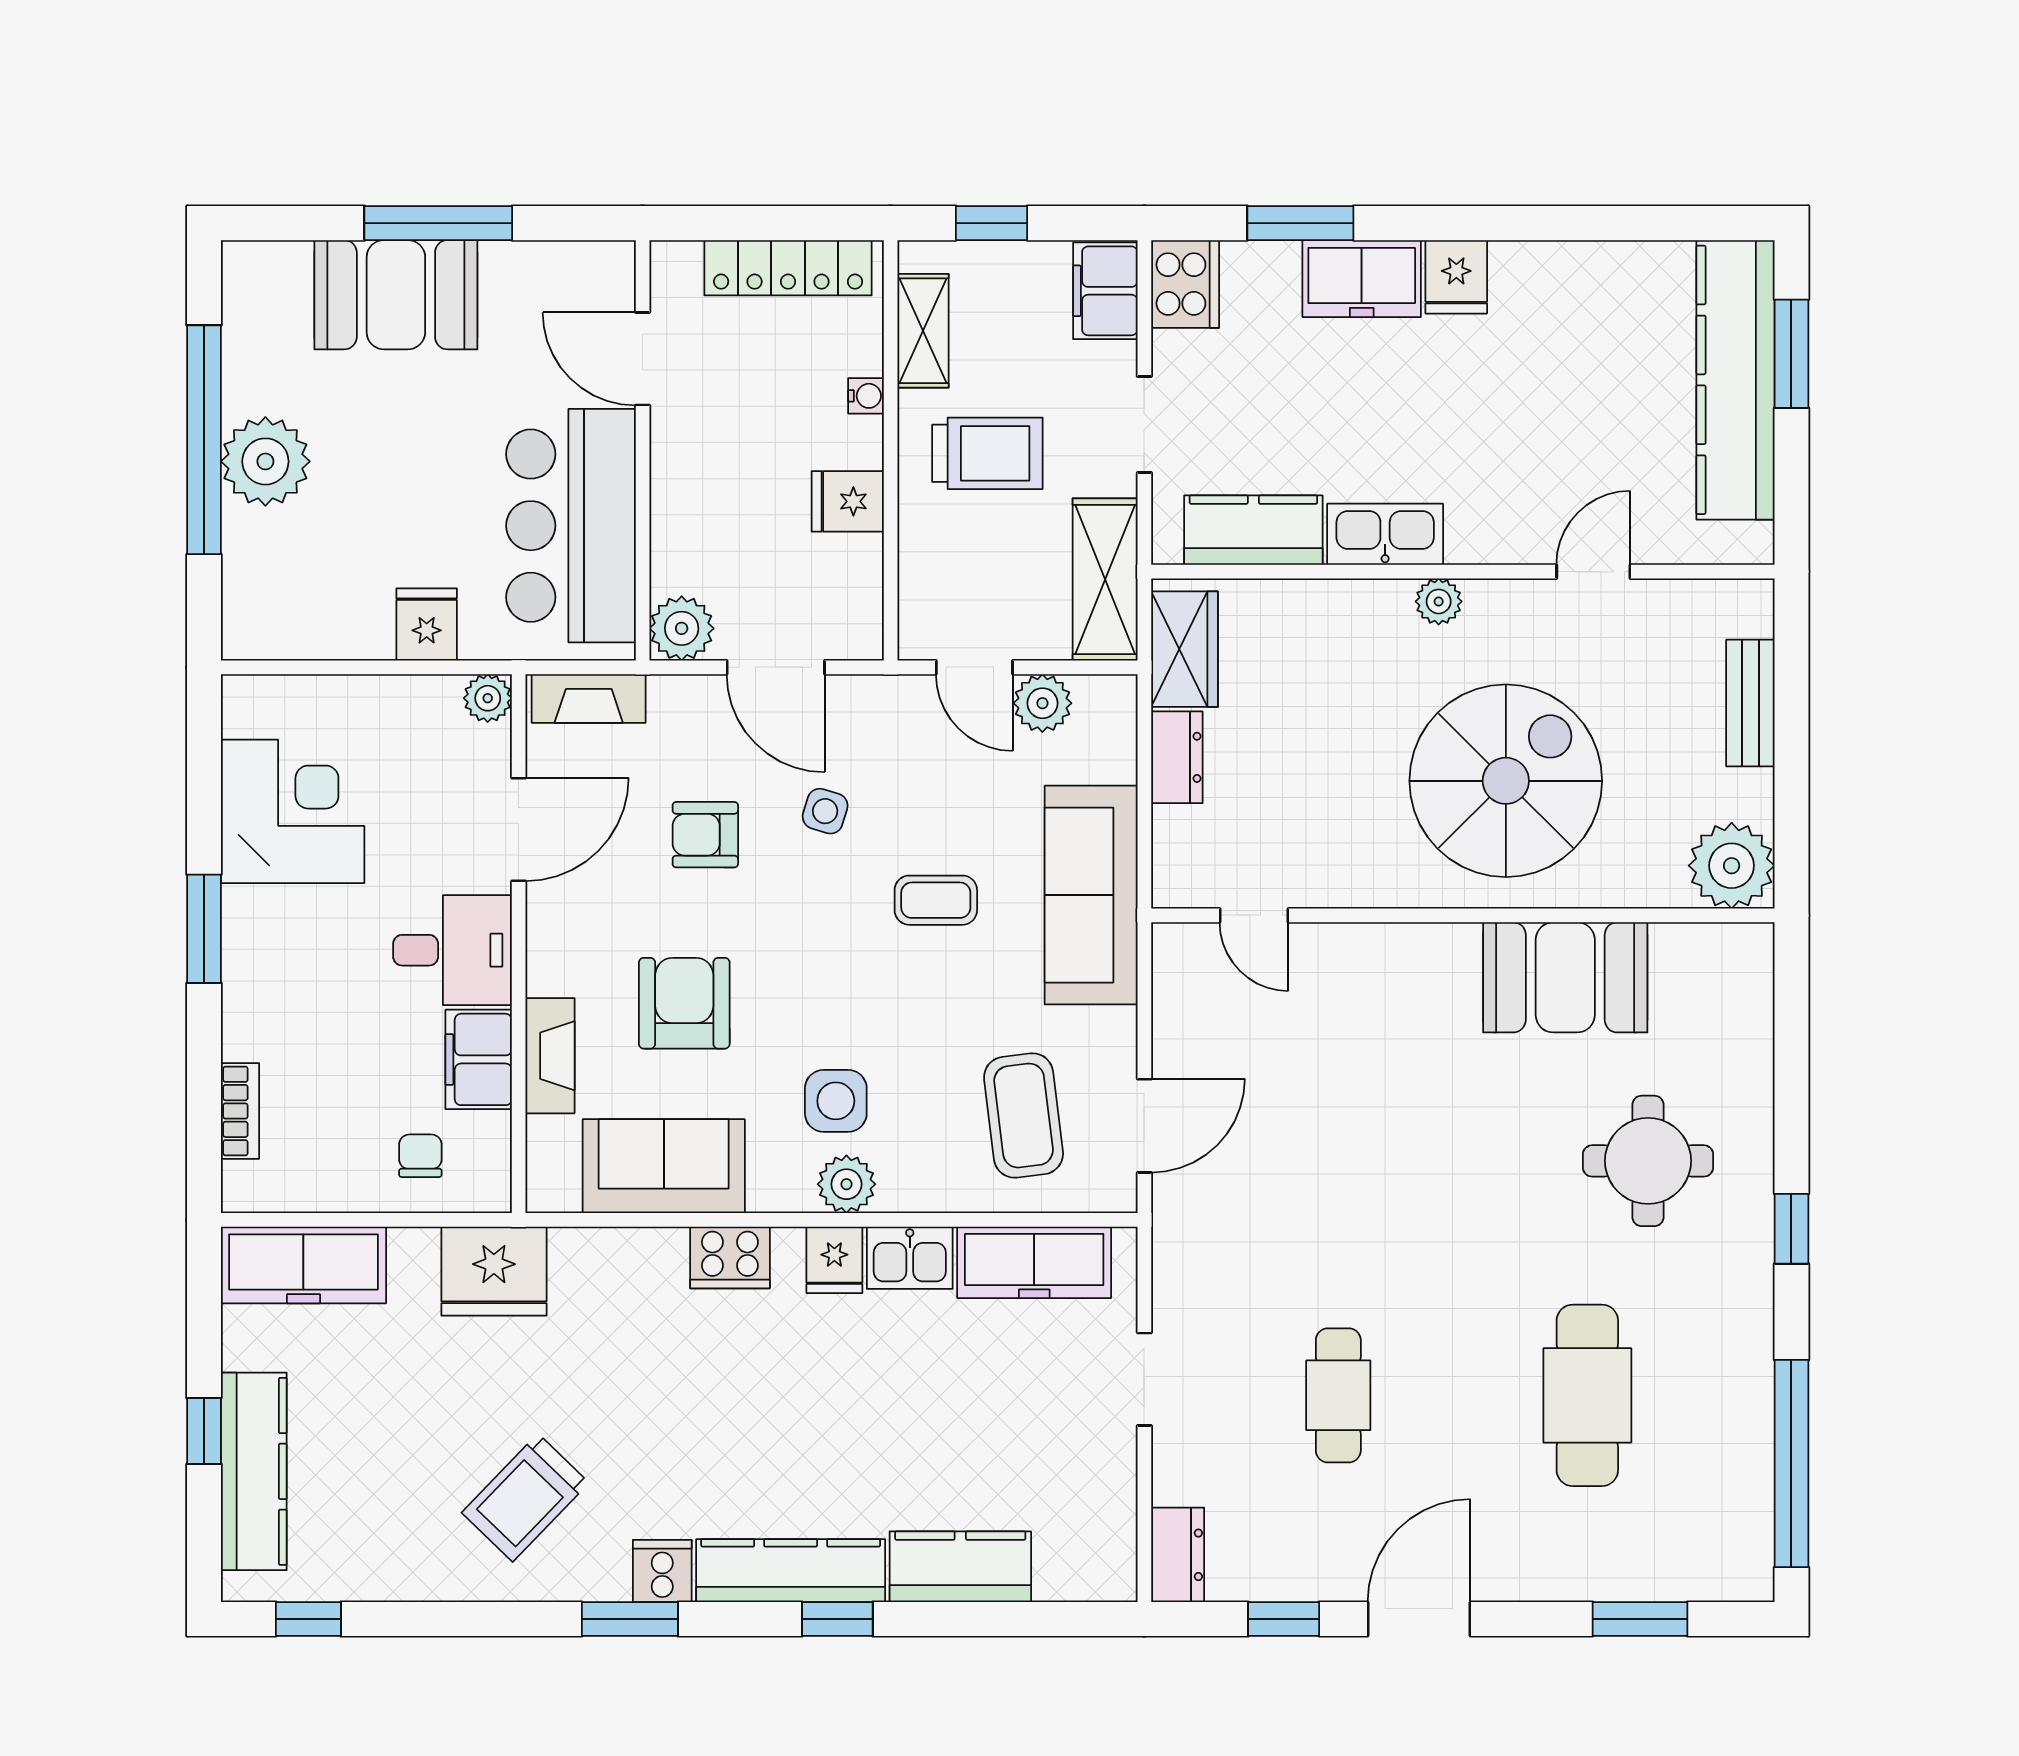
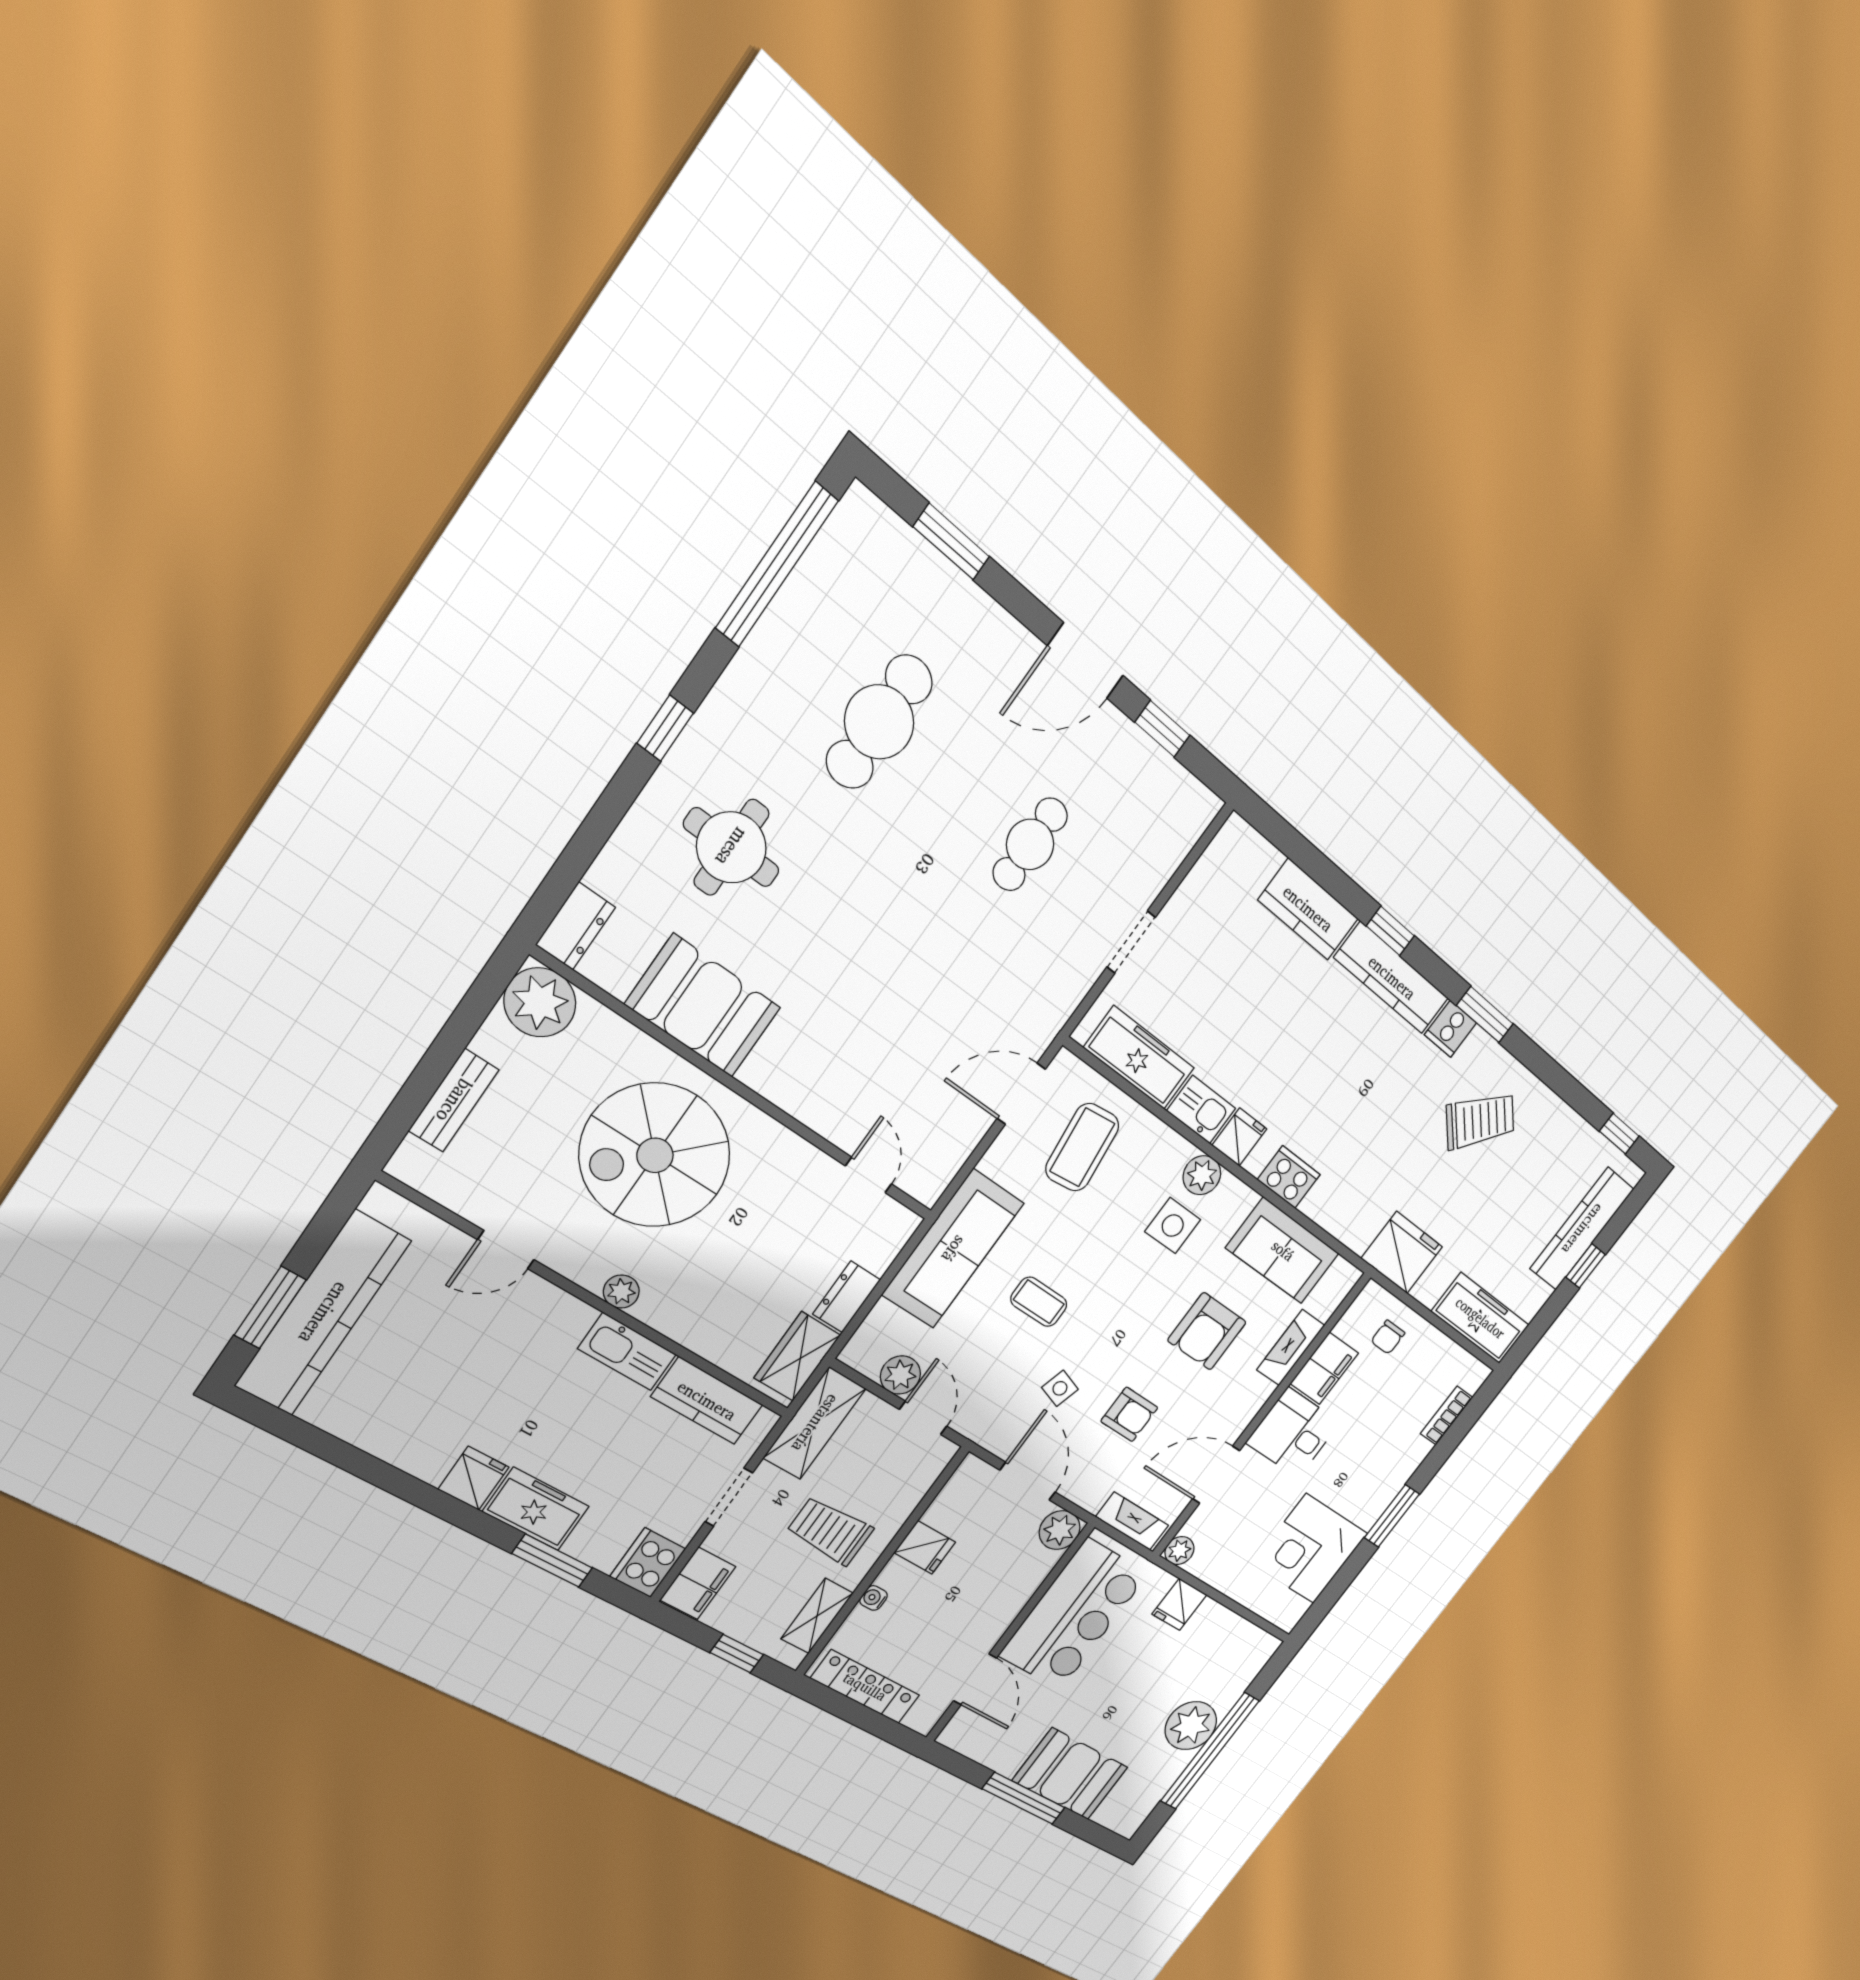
dresser: (1178, 1555) -> (576, 926), moved, turned 180

